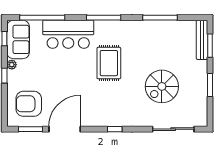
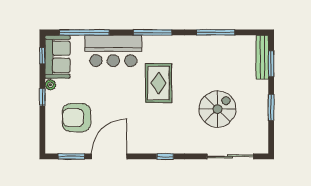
spiral stairs: (162, 86) -> (218, 109), turned 180
armchair: (29, 104) -> (77, 118), moved

